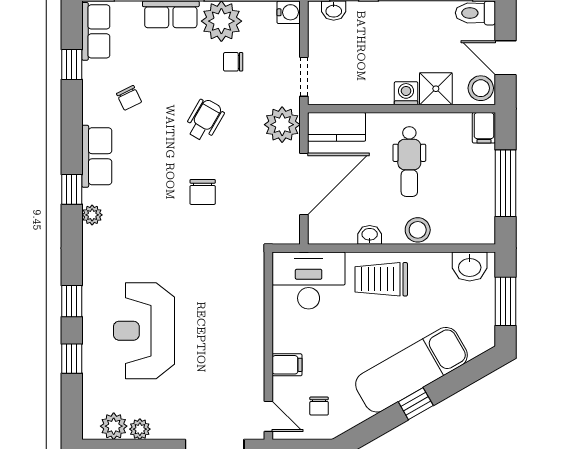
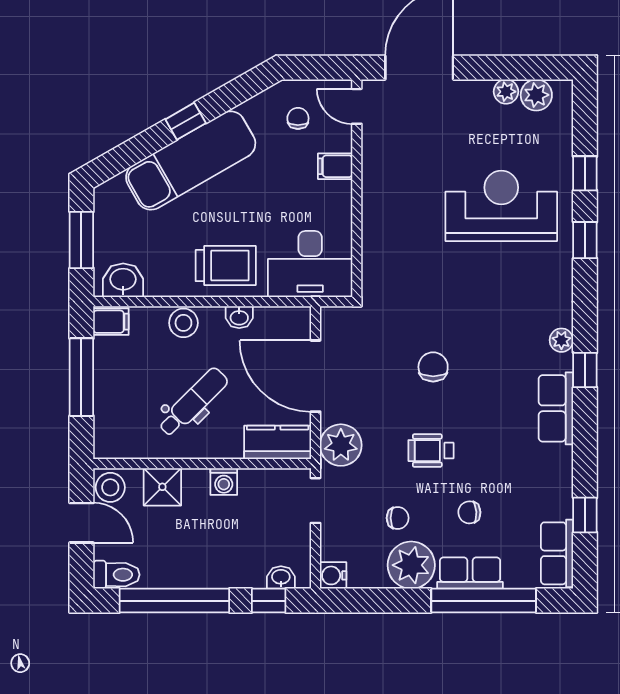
washing machine: (406, 93) -> (224, 481), moved
chair: (129, 98) -> (469, 512), moved, turned -67
wheelchair: (205, 120) -> (431, 451), turned 60
filing cabinet: (484, 128) -> (111, 322), moved, turned 90
dental chair: (409, 162) -> (193, 402), turned 45
door: (304, 184) -> (316, 376), hinge flipped
reception desk: (144, 331) -> (501, 206), turned -90

